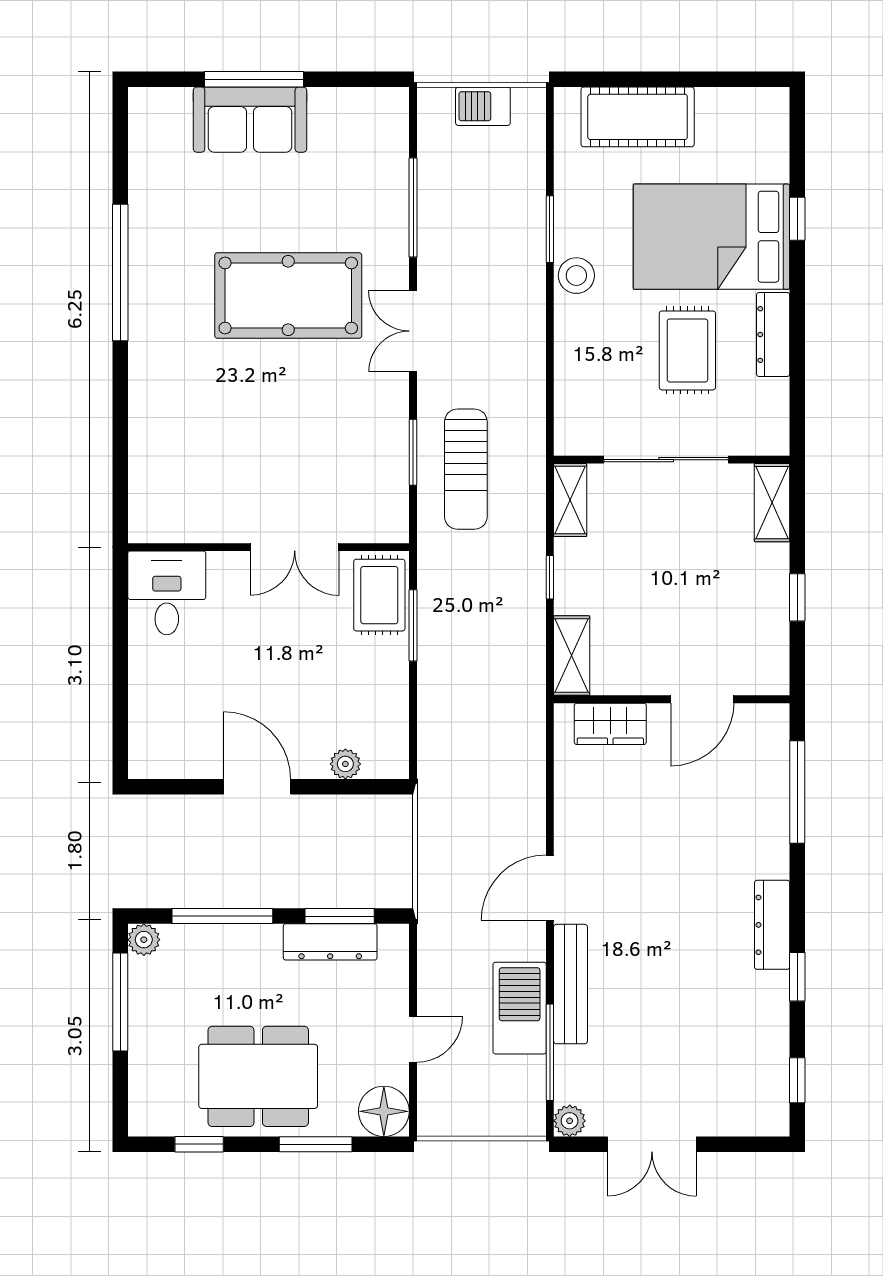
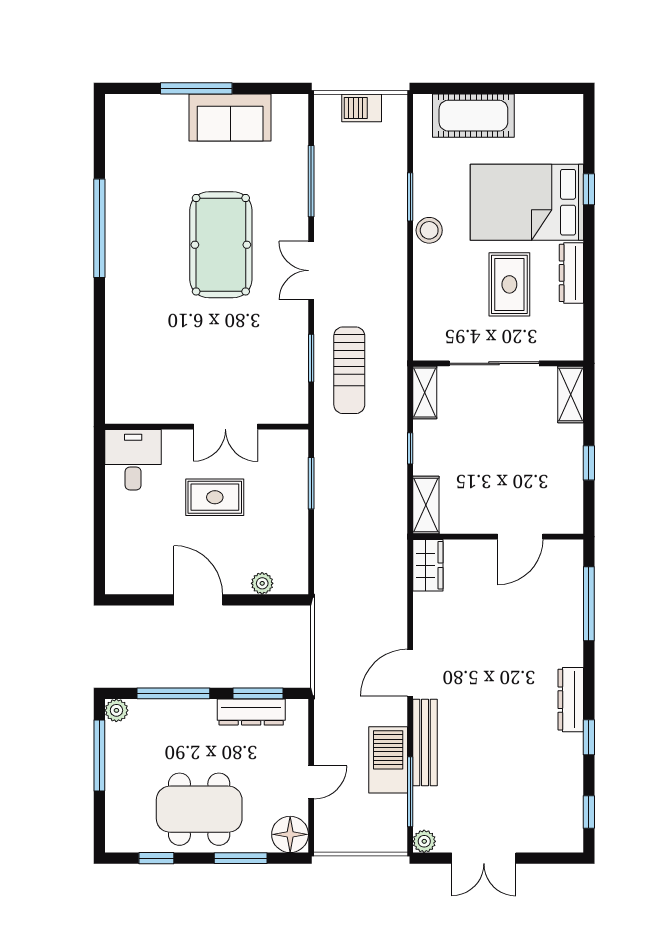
sofa: (250, 120) -> (230, 118), moved
pool table: (288, 296) -> (221, 245), turned 90
rug: (379, 595) -> (215, 497), moved, turned 90
wardrobe: (610, 724) -> (428, 565), moved, turned -90

